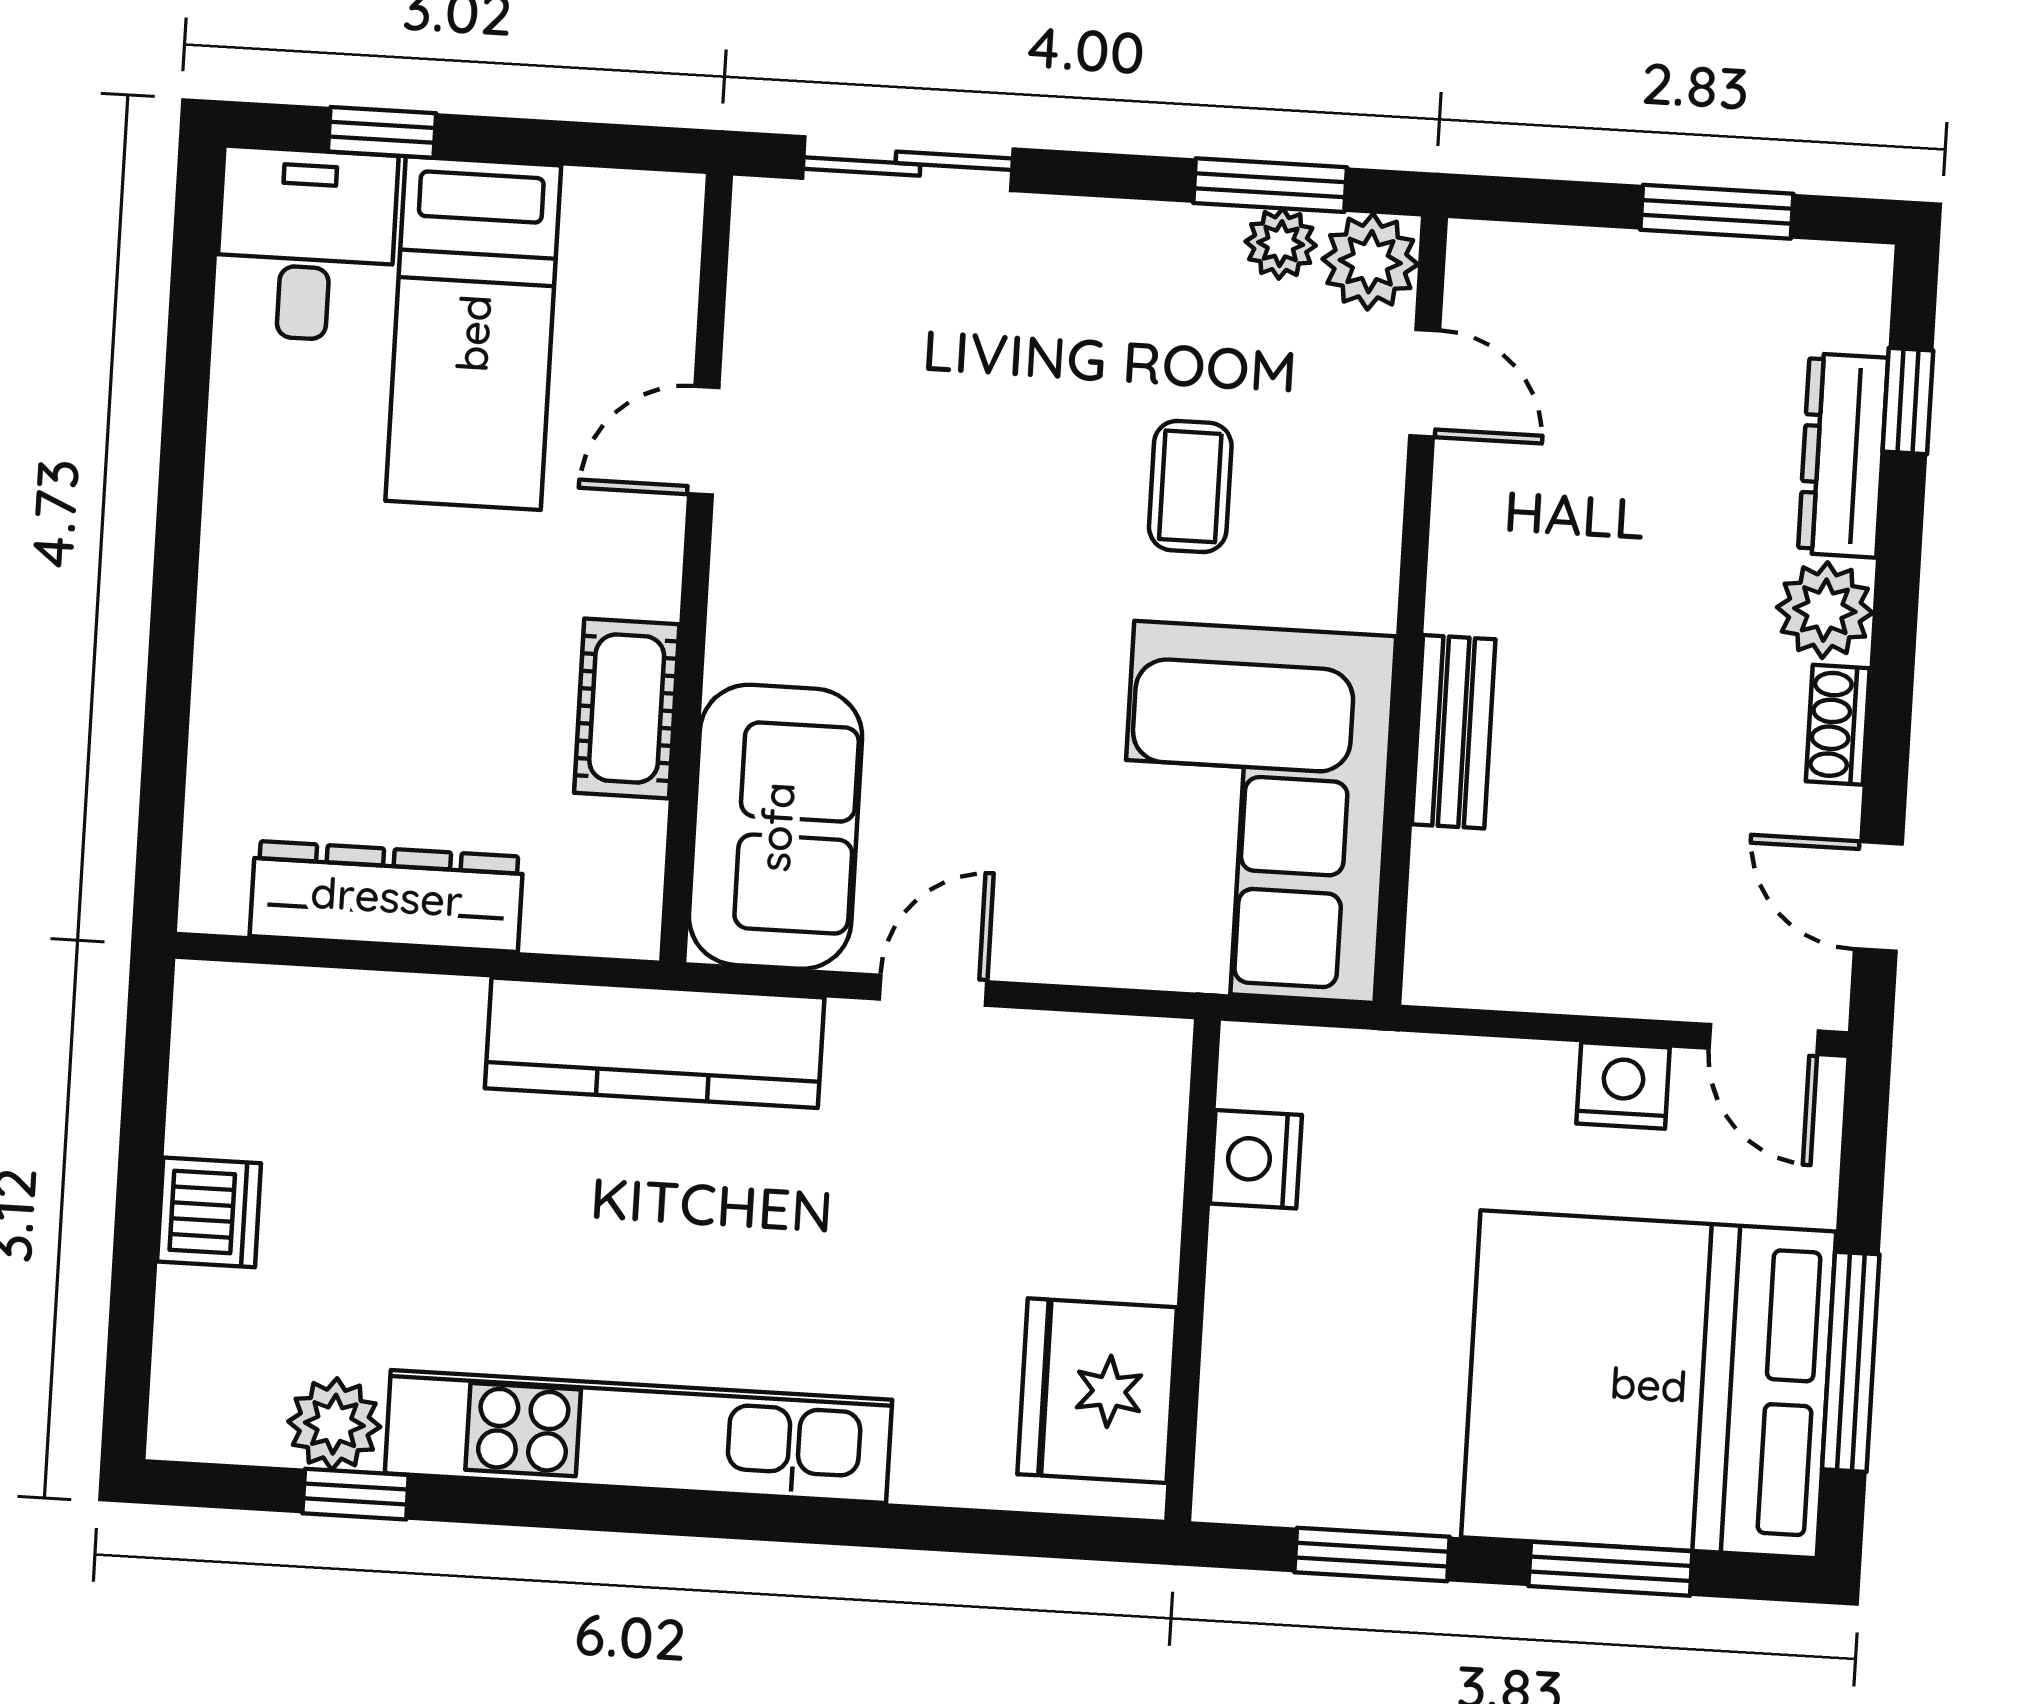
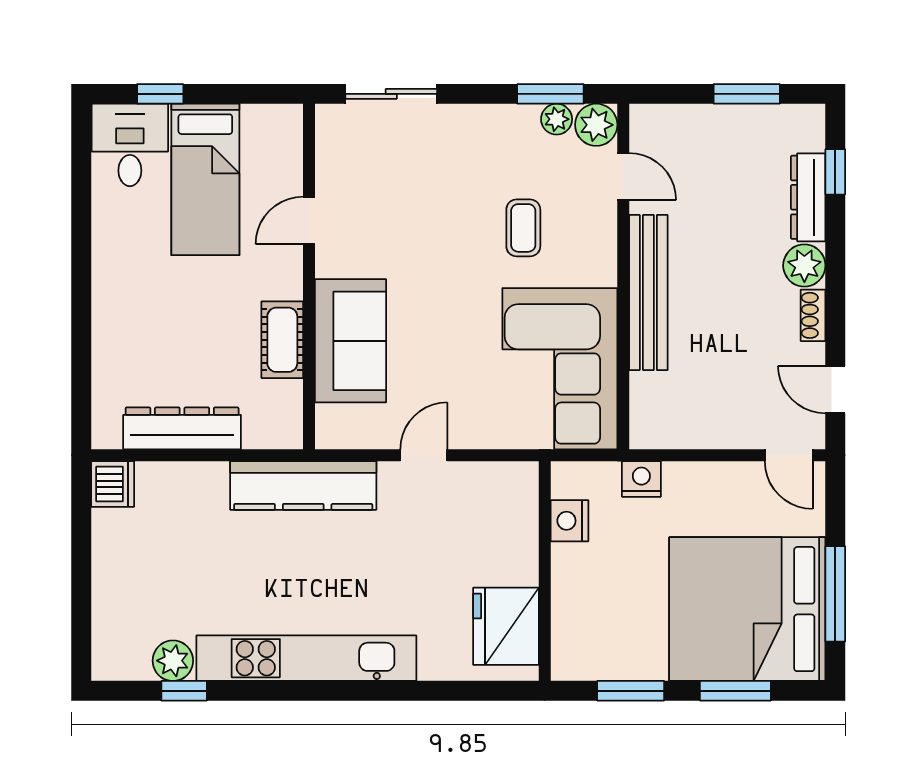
bench: (1454, 732) -> (648, 293), width x1.86, depth x1.21
sofa: (776, 827) -> (351, 341), moved
nightstand: (1623, 1086) -> (641, 479), moved
dishwasher: (209, 1212) -> (113, 484), moved

